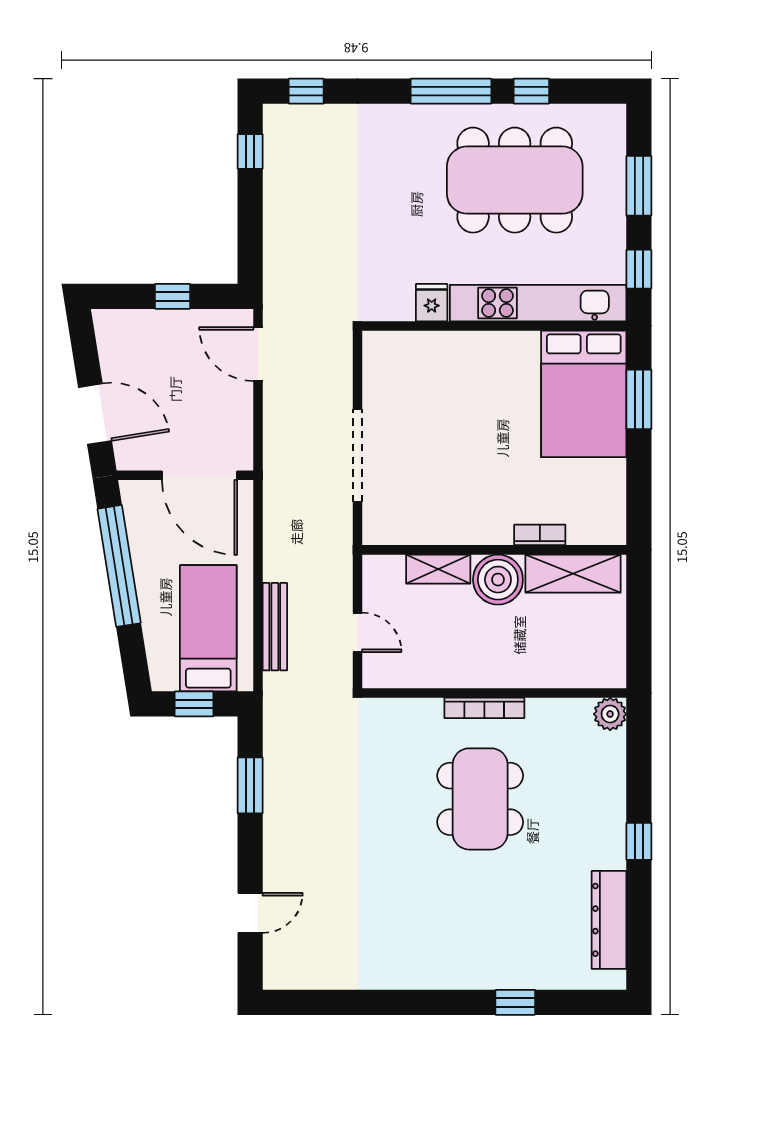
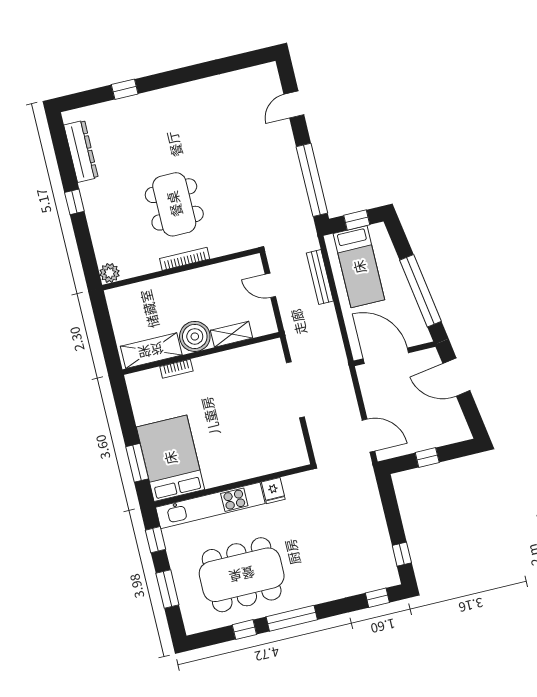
window: (250, 785) -> (312, 180), width x2.11

